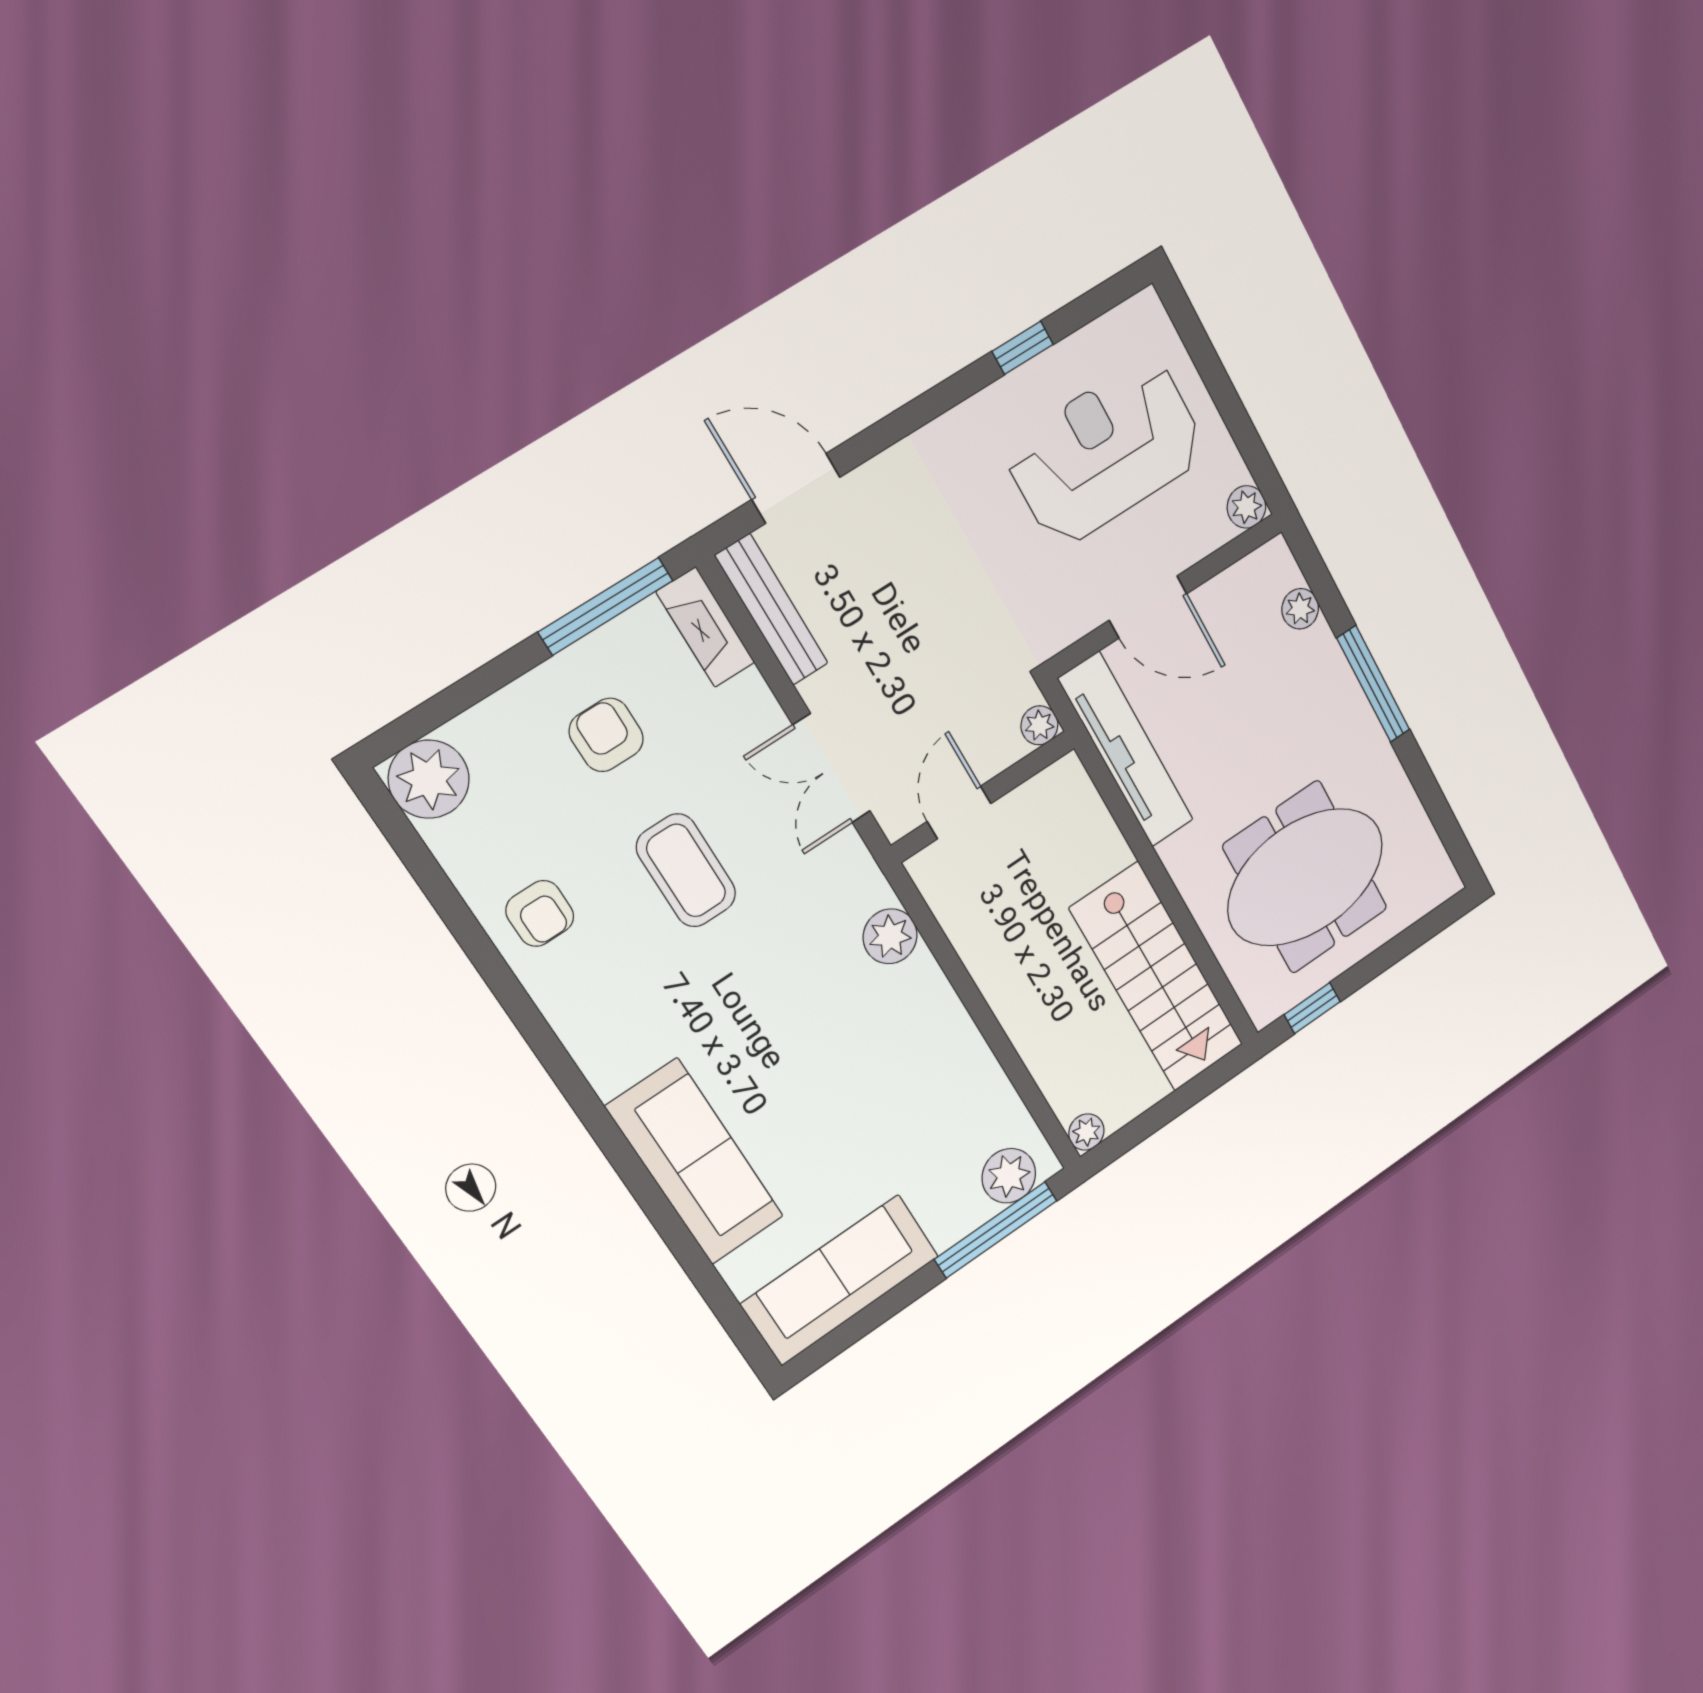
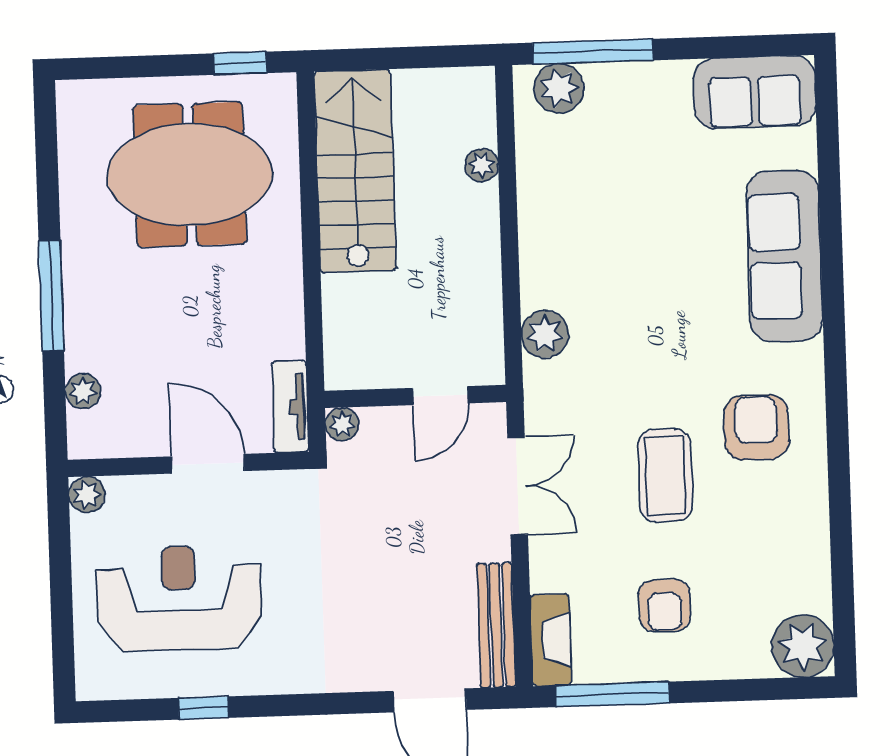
reception desk: (1106, 452) -> (179, 598), turned 180
tv unit: (1126, 750) -> (290, 407), width x0.52, depth x0.78
armchair: (540, 913) -> (756, 427), moved, width x1.38, depth x1.38
plant: (1086, 1132) -> (482, 165), moved
sofa: (840, 1280) -> (755, 92), width x0.73

